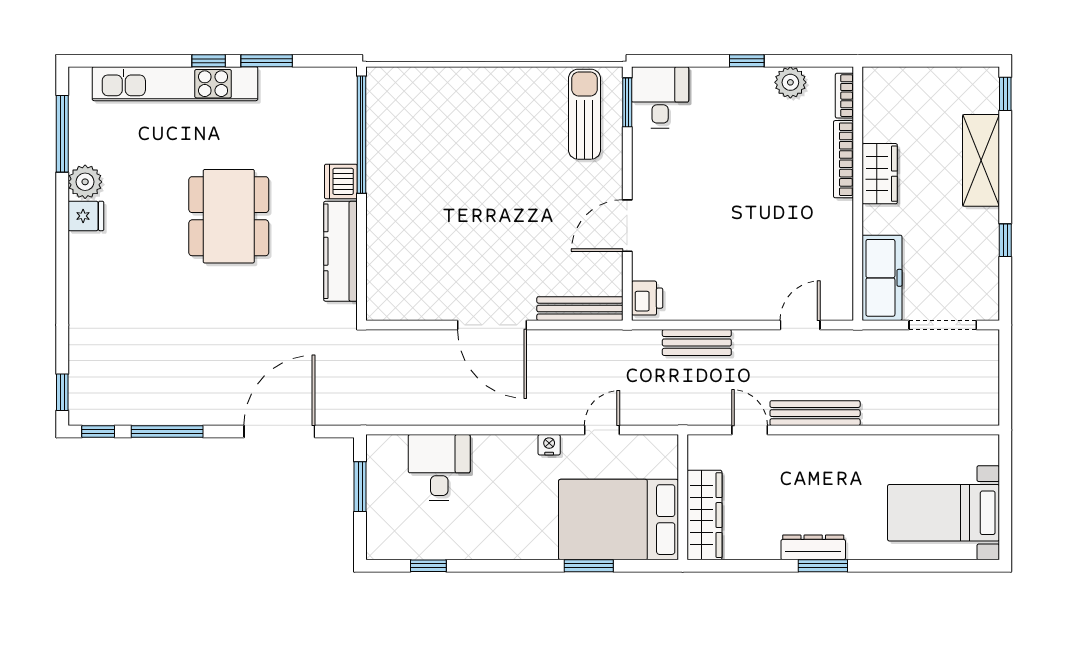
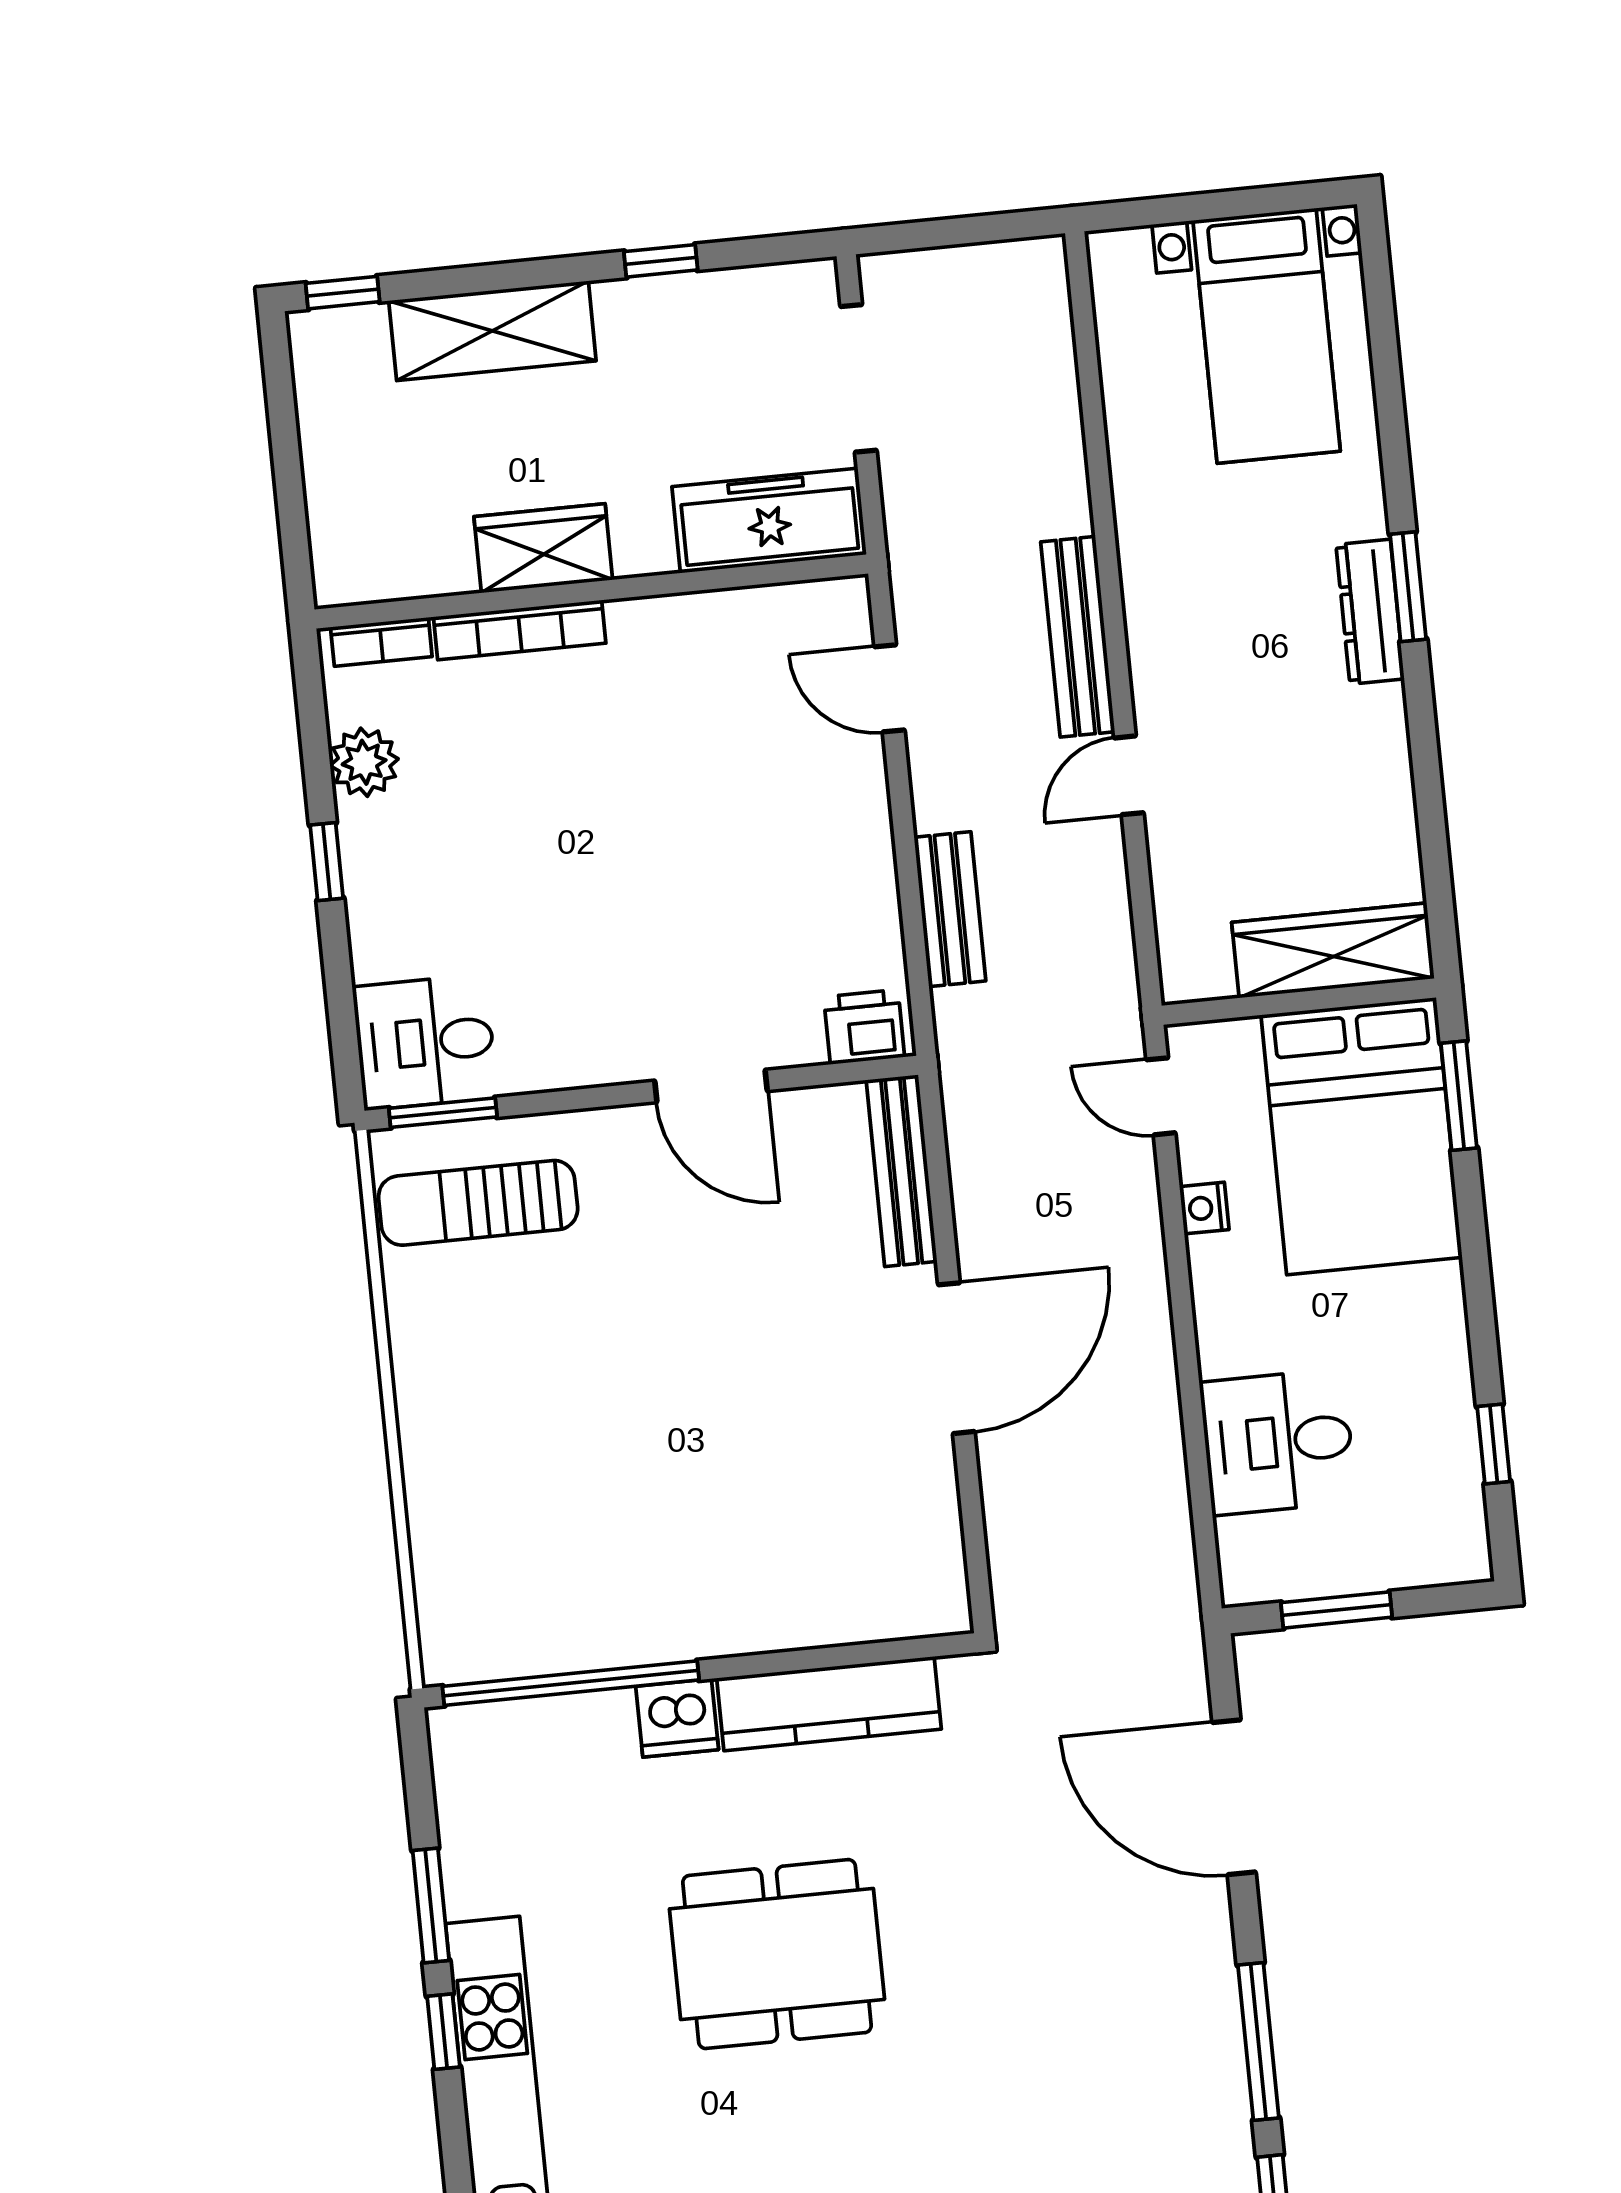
wall: (683, 497) -> (1299, 1002), moved
wardrobe: (704, 515) -> (1333, 950), moved
bed: (618, 520) -> (1361, 1136), moved

